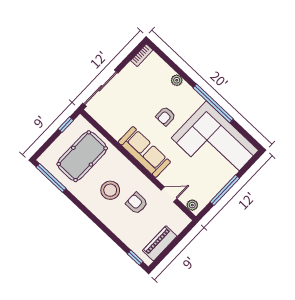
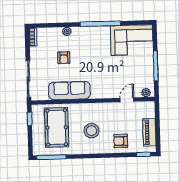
armchair: (166, 116) -> (64, 58), moved
corner sofa: (215, 144) -> (132, 40), width x0.73, depth x0.74
sofa: (144, 152) -> (69, 91), moved
armchair: (137, 203) -> (121, 141), moved

